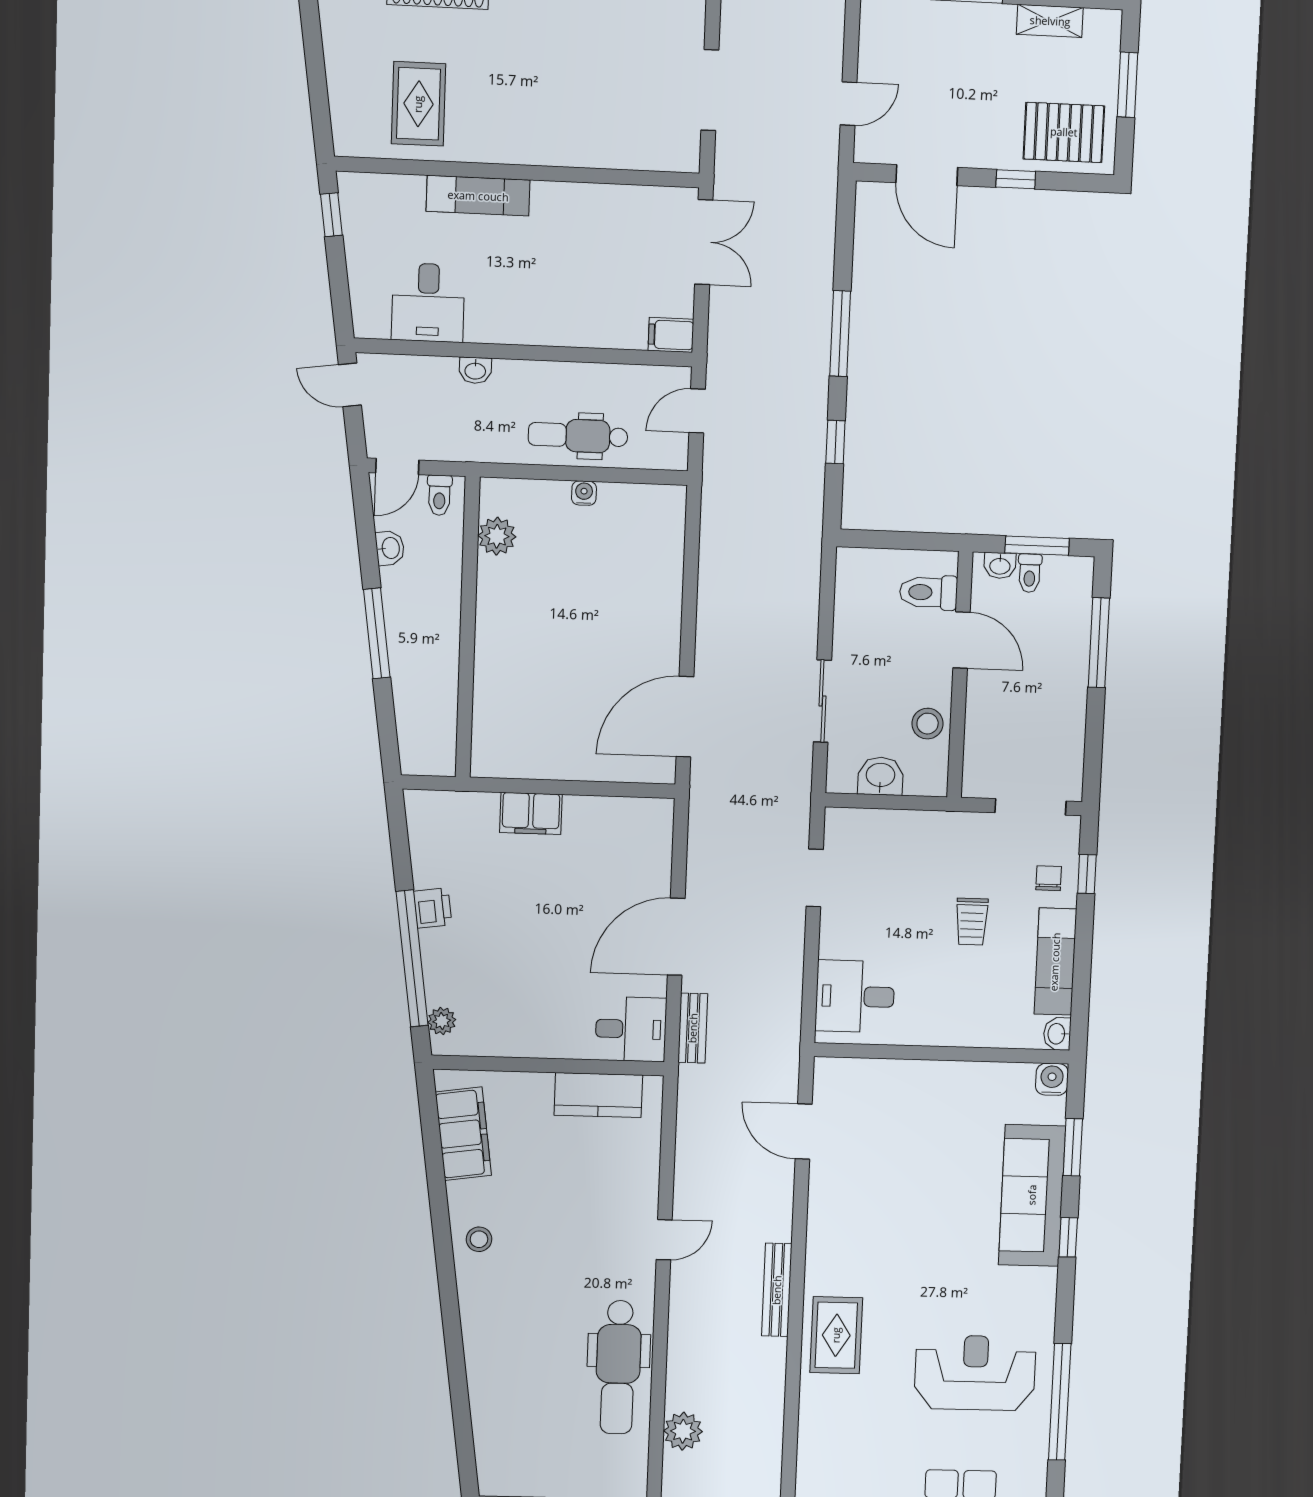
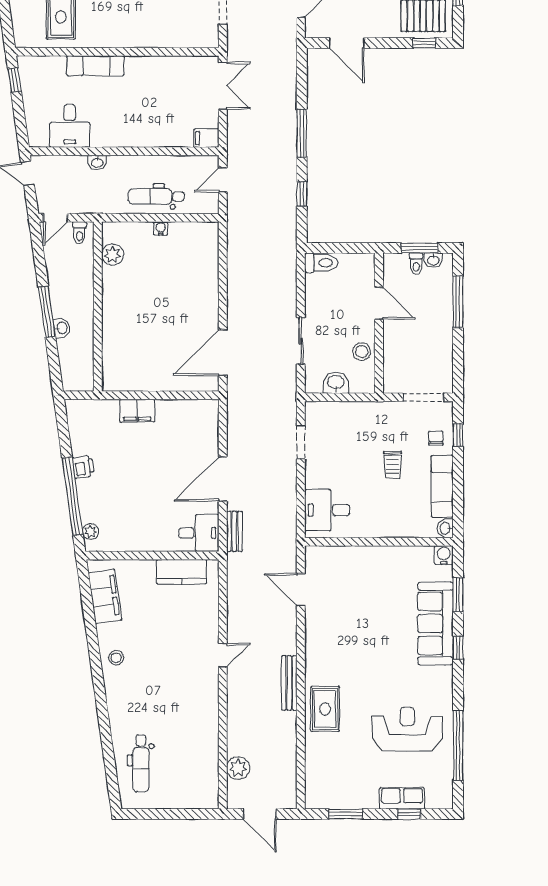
window: (1016, 179) -> (424, 43), moved
washbasin: (390, 548) -> (62, 328), moved
washbasin: (1000, 566) -> (433, 260), moved
toilet: (928, 592) -> (321, 263), moved, turned 180
dental chair: (618, 1367) -> (141, 763), moved, width x0.73, depth x0.72

